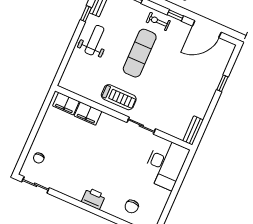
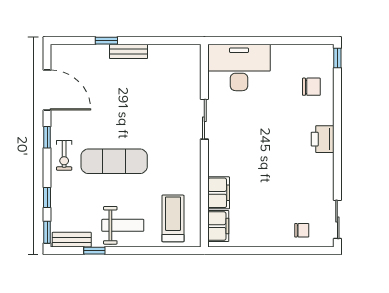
weight bench: (94, 40) -> (123, 225), turned 180
treadmill: (119, 97) -> (173, 218), moved
bench: (193, 130) -> (129, 51), moved

